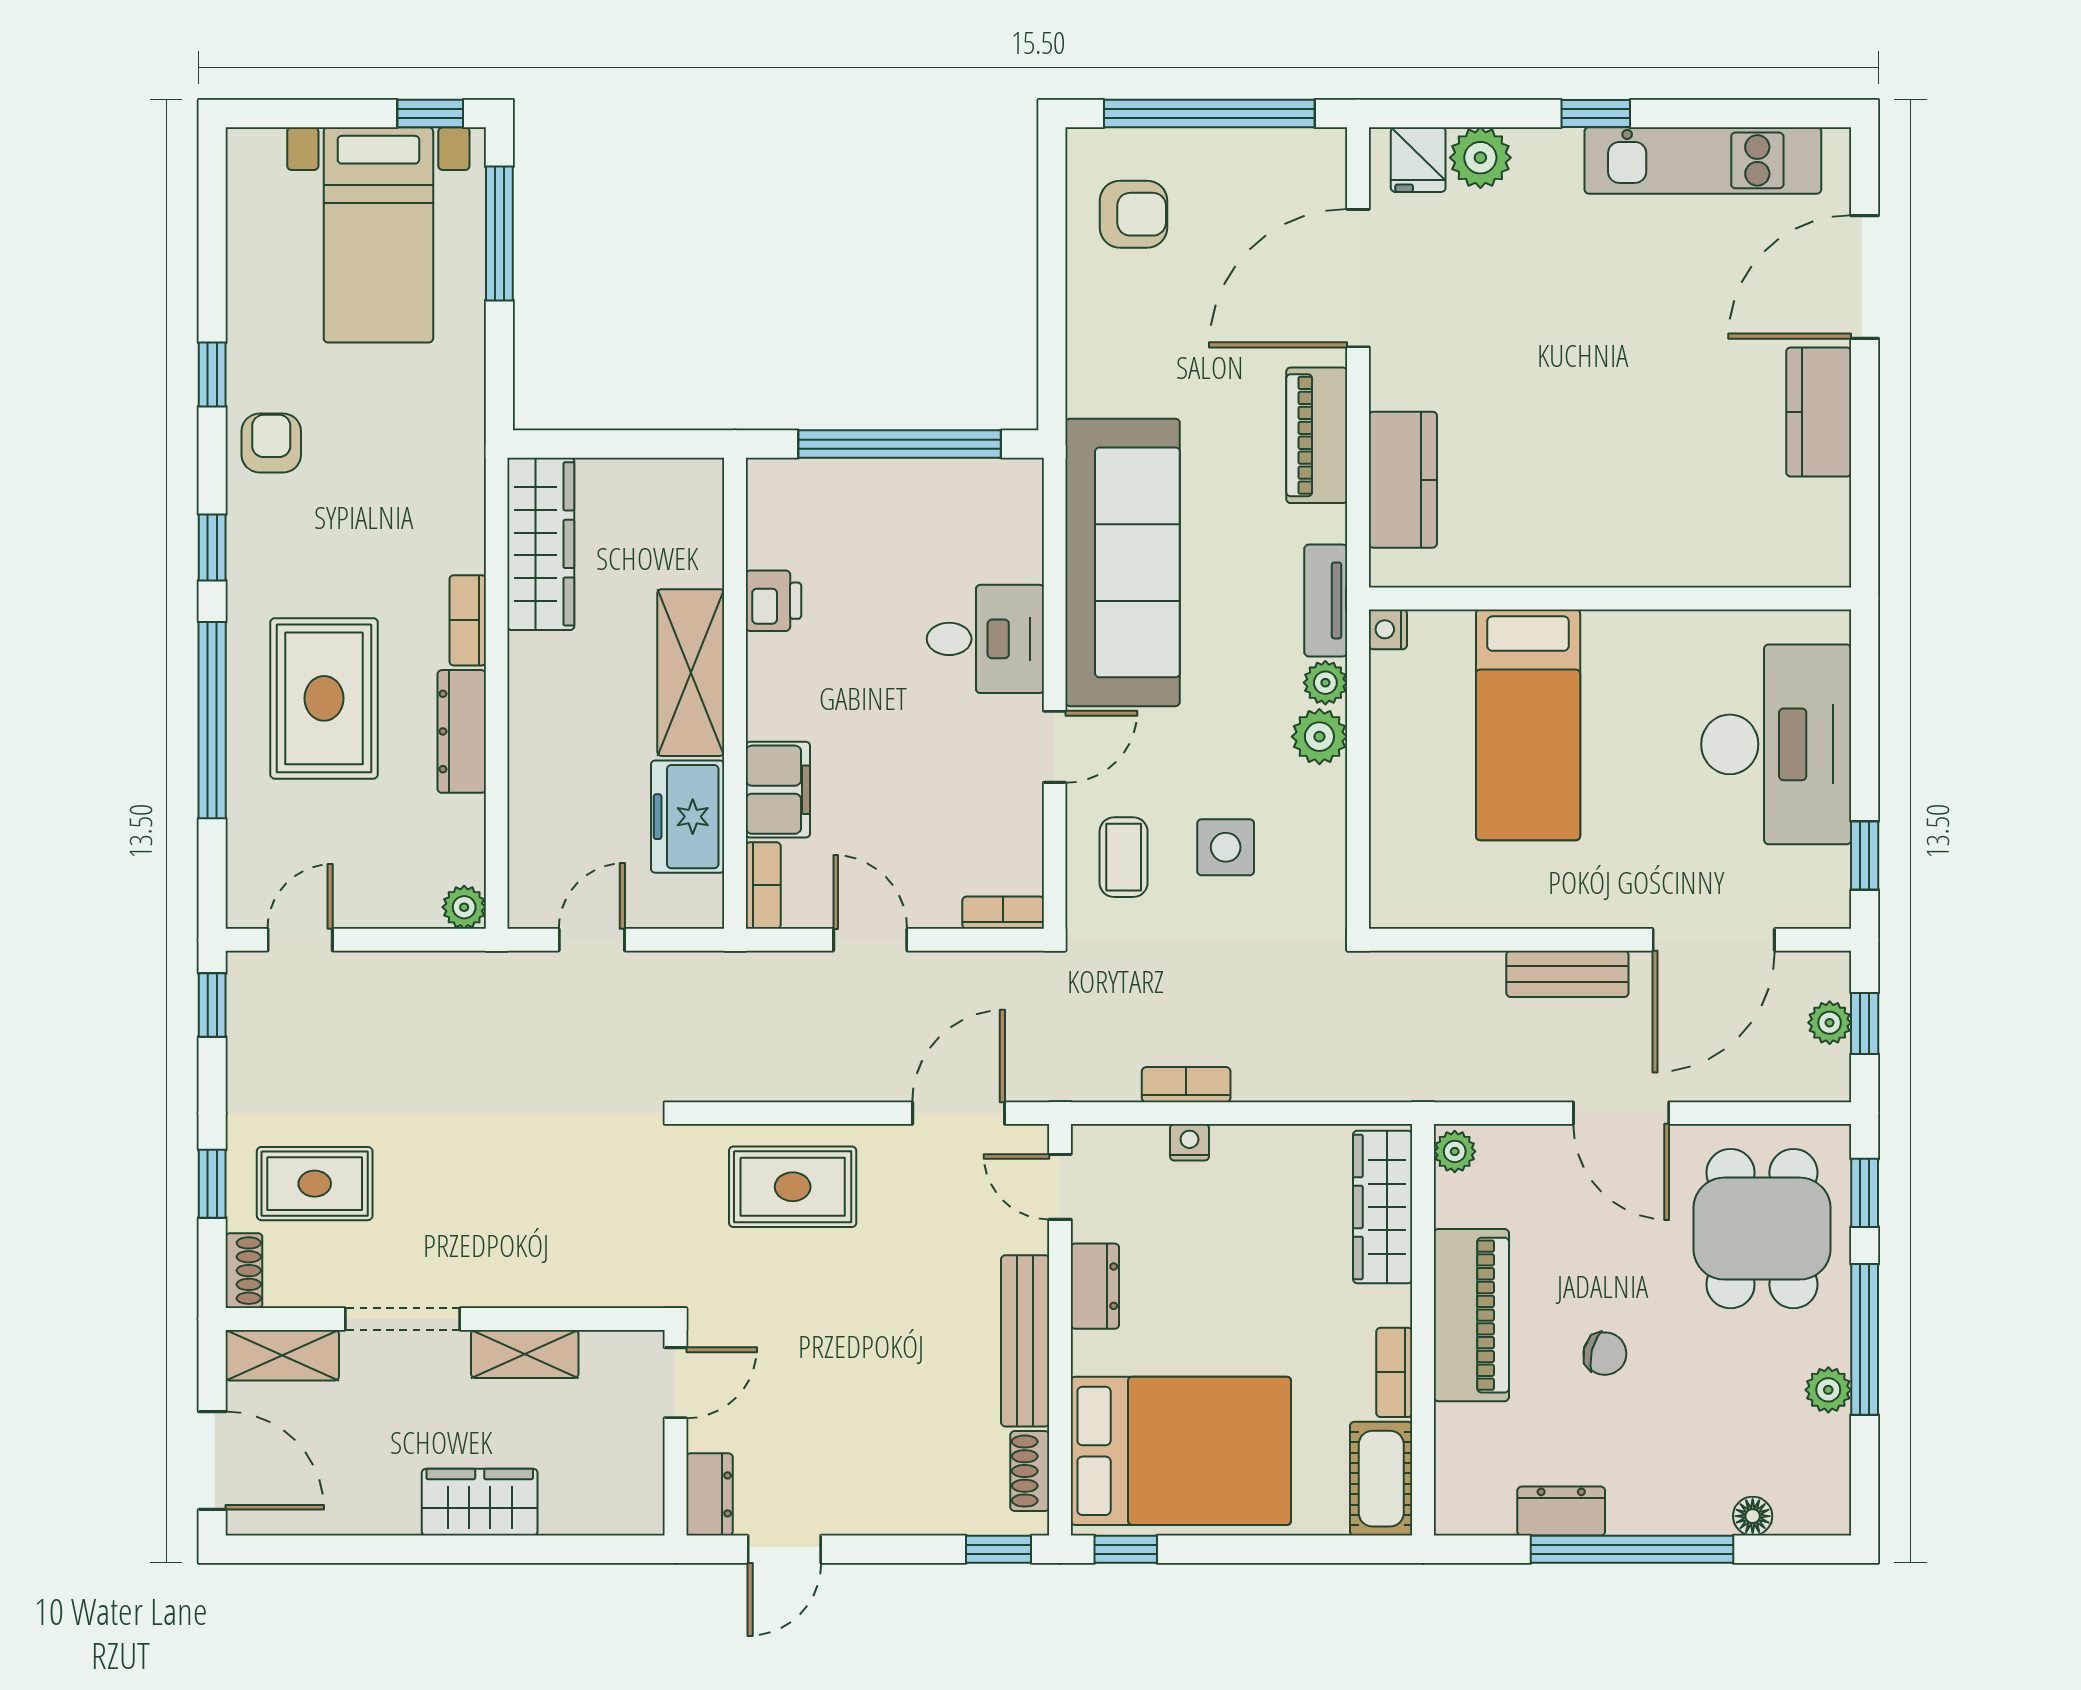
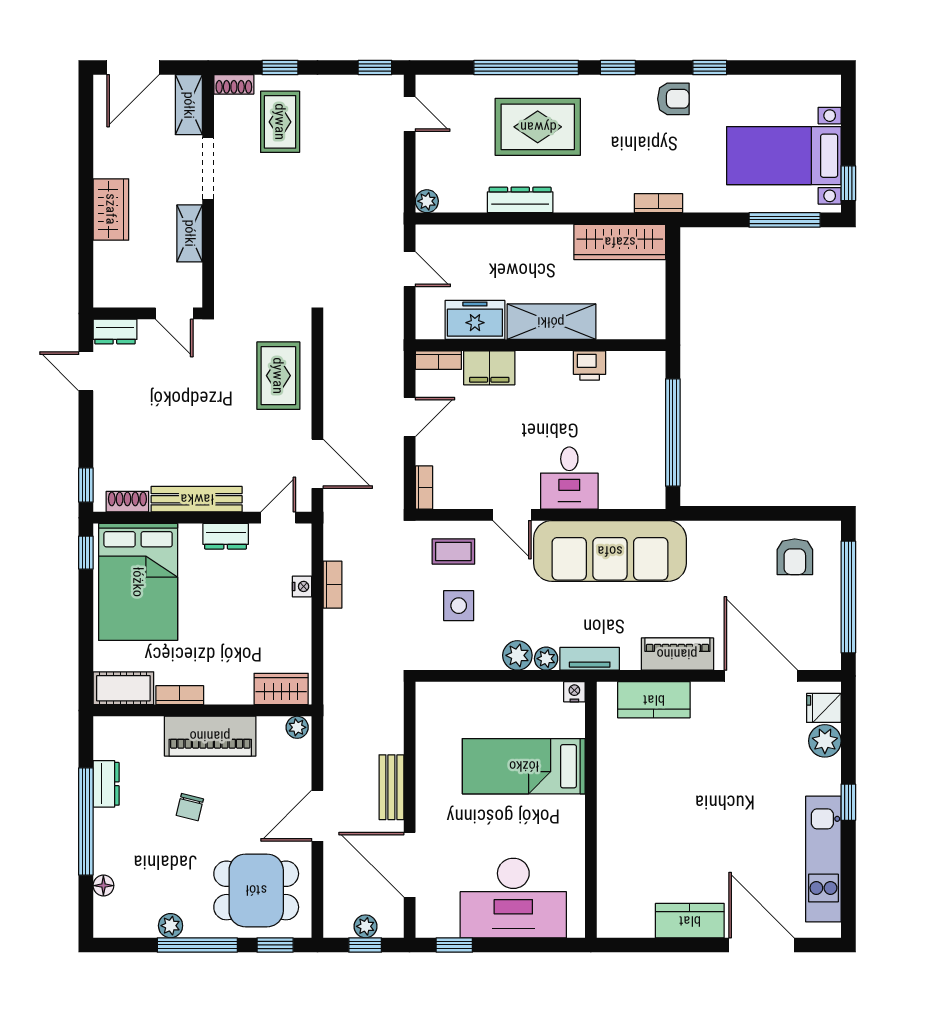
bookcase: (468, 620) -> (659, 203), moved
wardrobe: (1383, 1207) -> (281, 689), width x0.67

